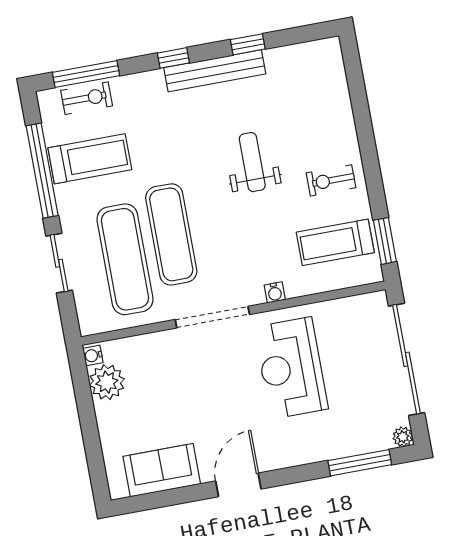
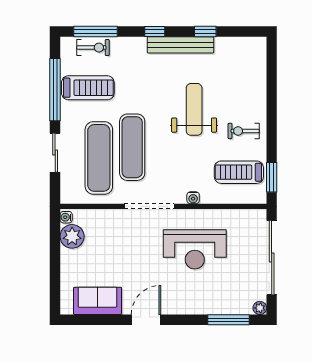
weight bench: (252, 162) -> (194, 109), width x1.36, depth x1.33
reception desk: (291, 368) -> (195, 249), turned -90

